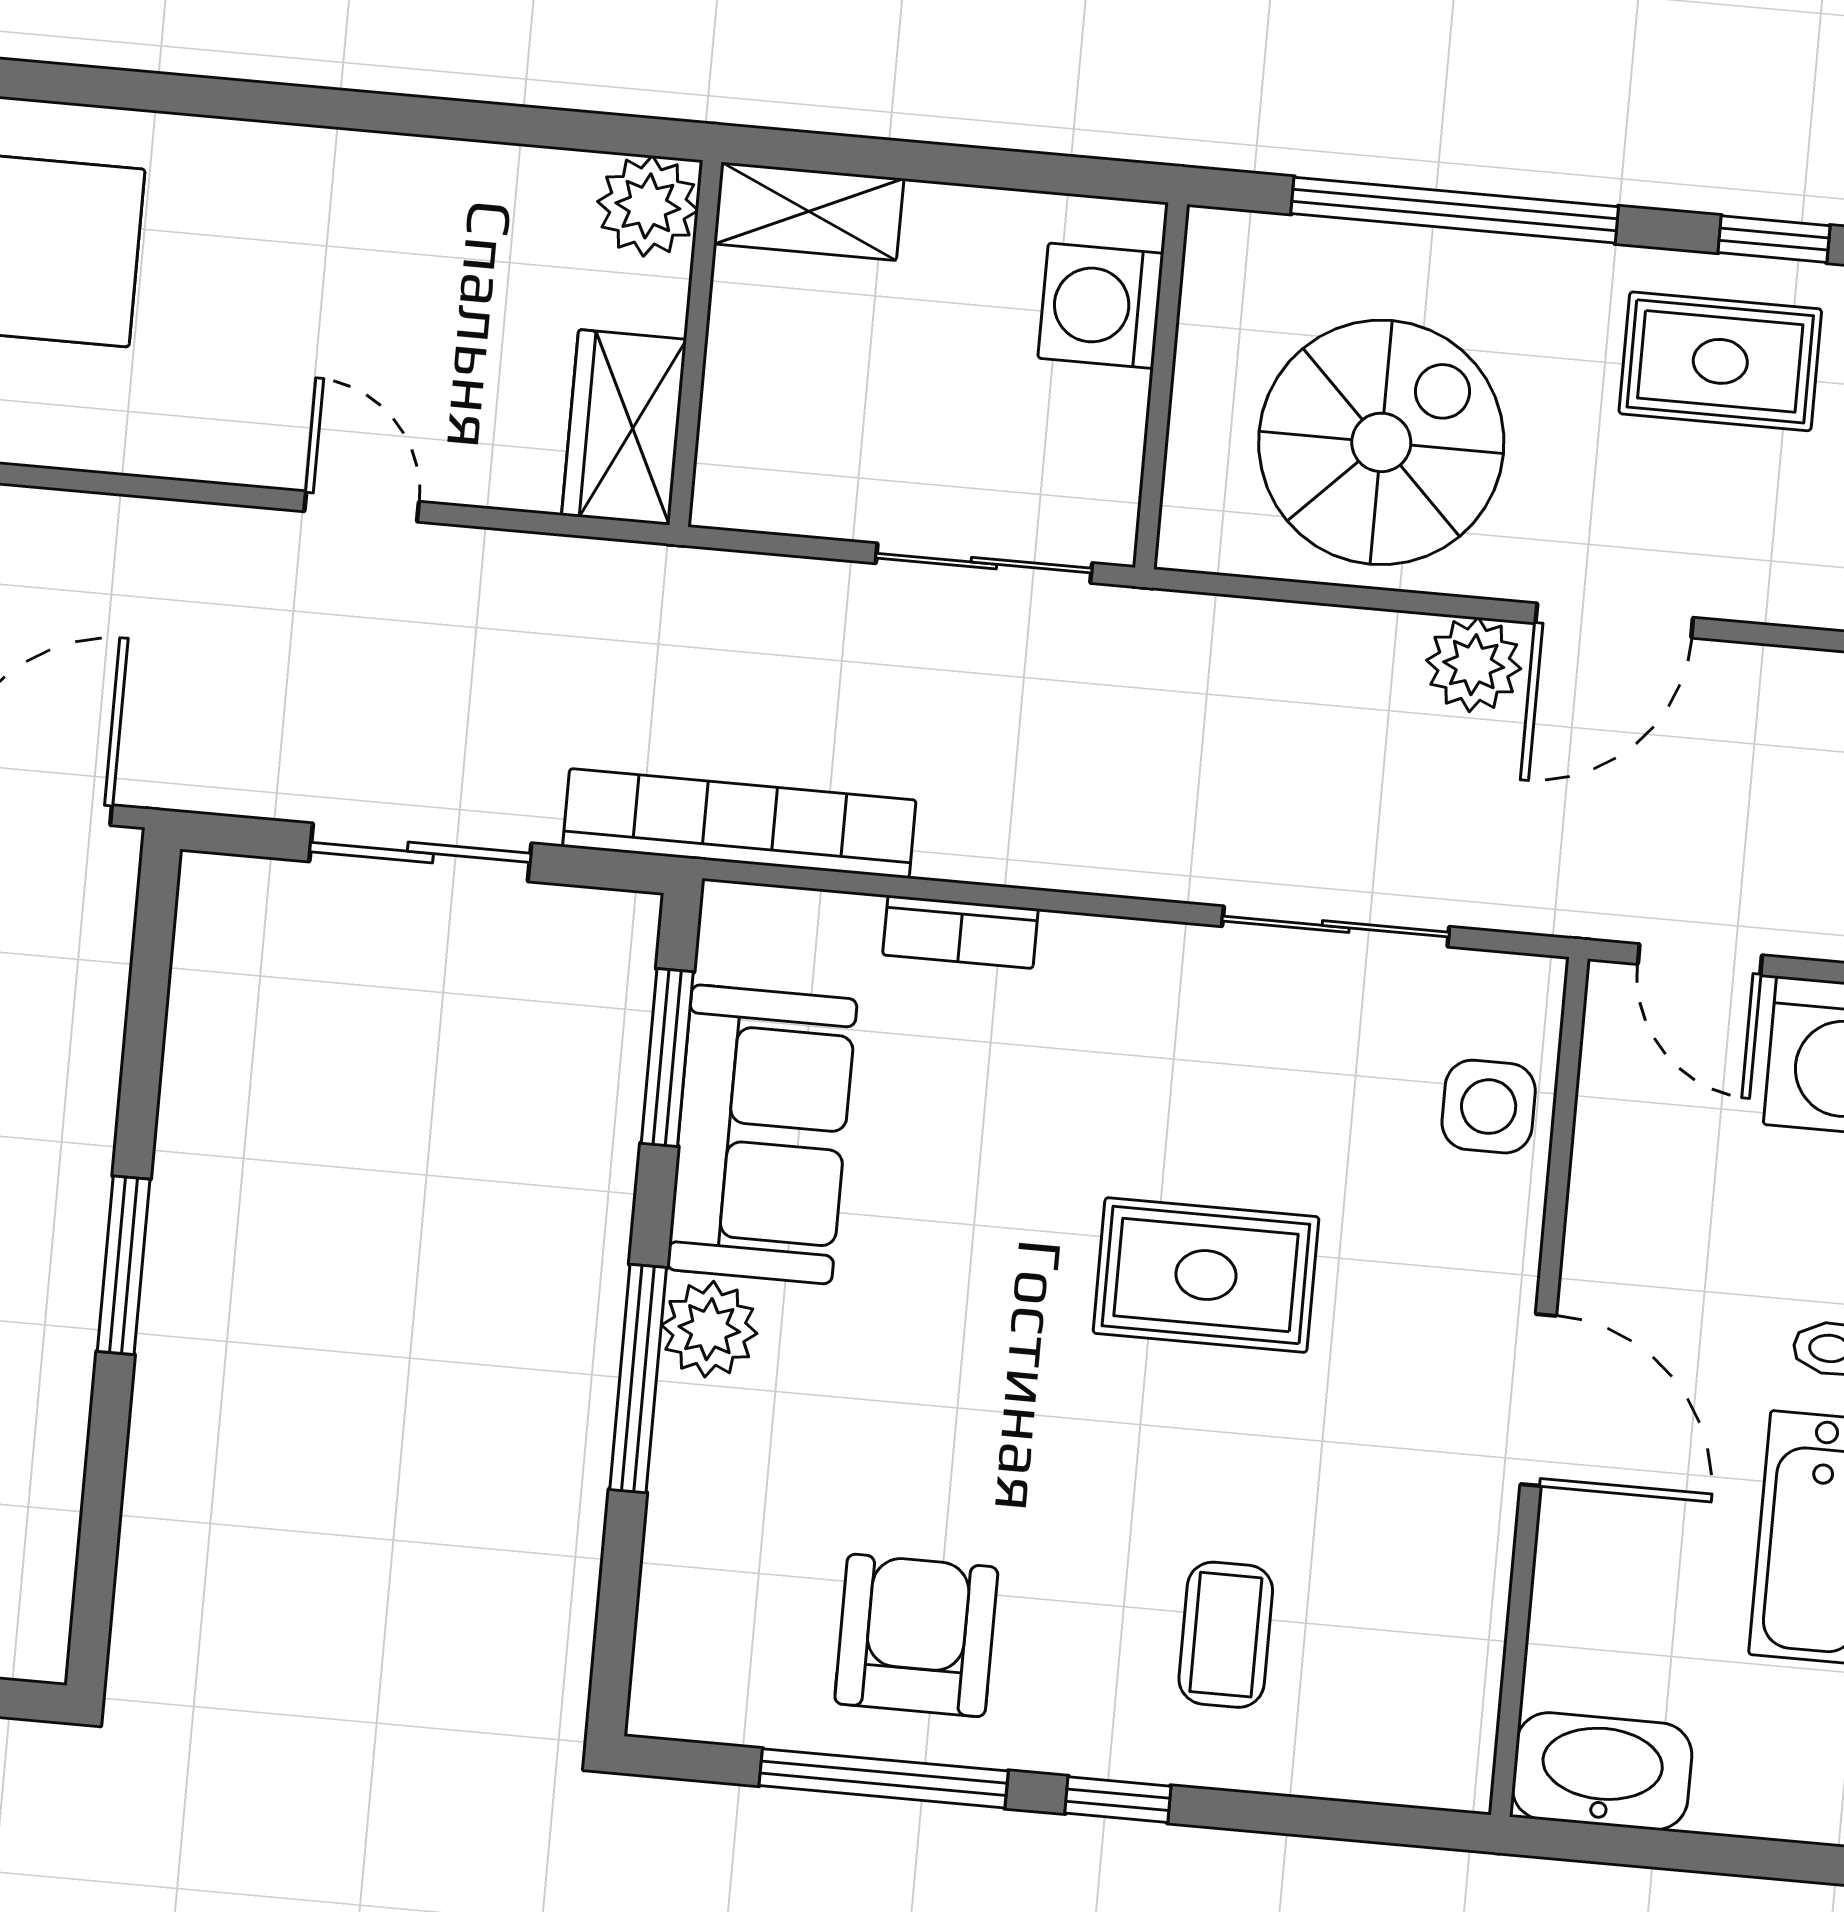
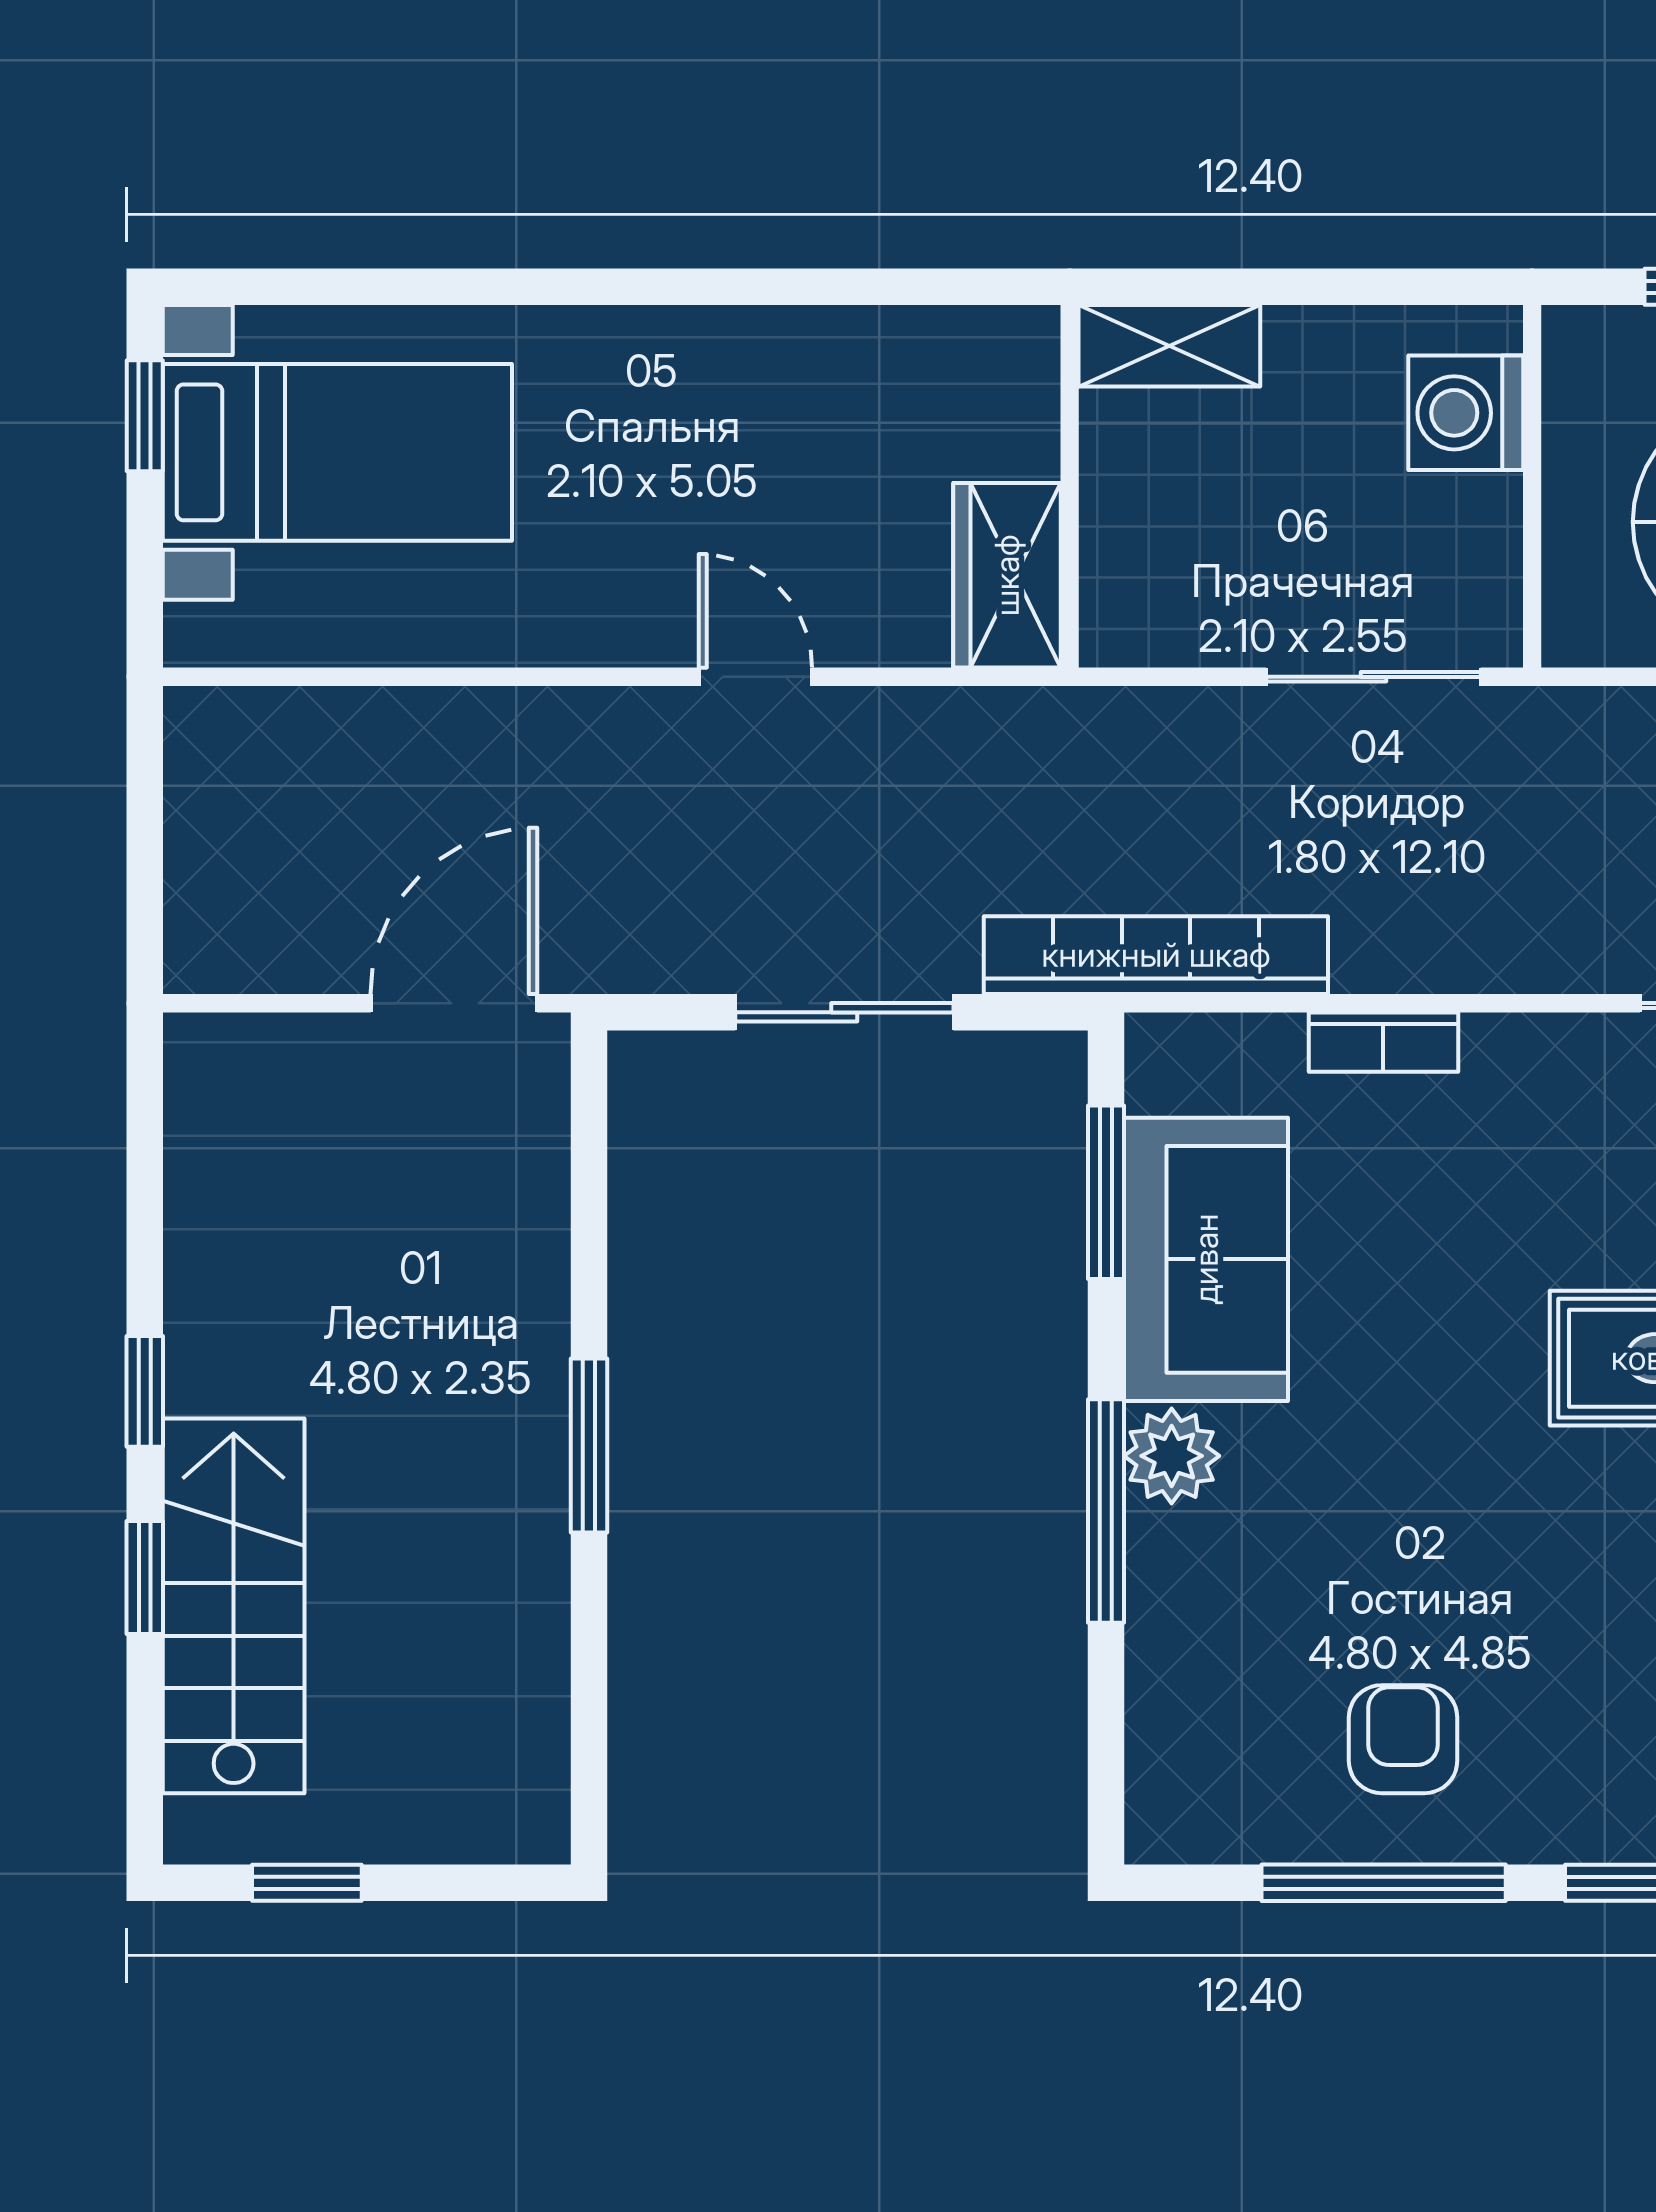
plant: (648, 206) -> (1010, 355), removed
armchair: (916, 1635) -> (1403, 1739), width x0.72, depth x0.72

